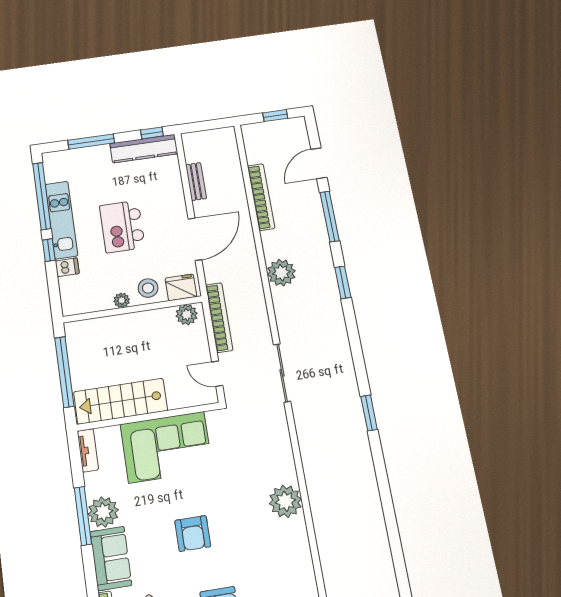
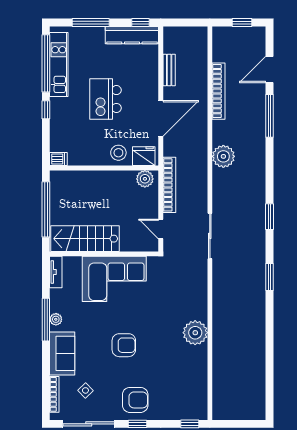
kitchen unit: (61, 220) -> (59, 64), moved
dishwasher: (67, 267) -> (58, 159), moved
window: (343, 282) -> (270, 217), moved
plant: (122, 300) -> (97, 159), removed
plant: (103, 512) -> (56, 319), width x0.53, depth x0.53
armchair: (193, 534) -> (124, 345), turned -90

